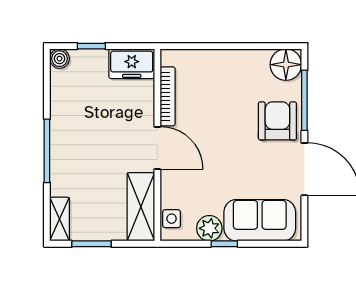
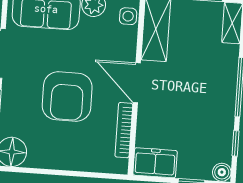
window: (47, 90) -> (236, 143), added
armchair: (277, 121) -> (67, 96), moved, width x1.36, depth x1.36

